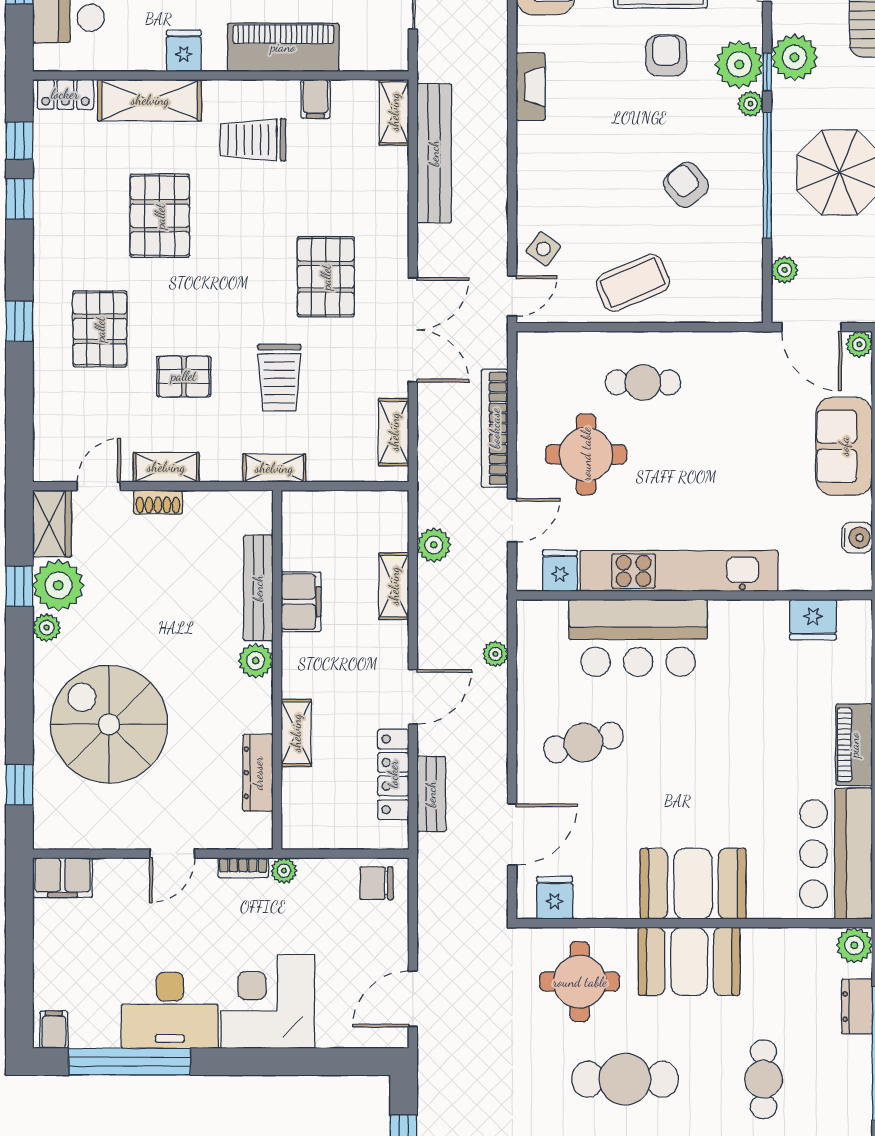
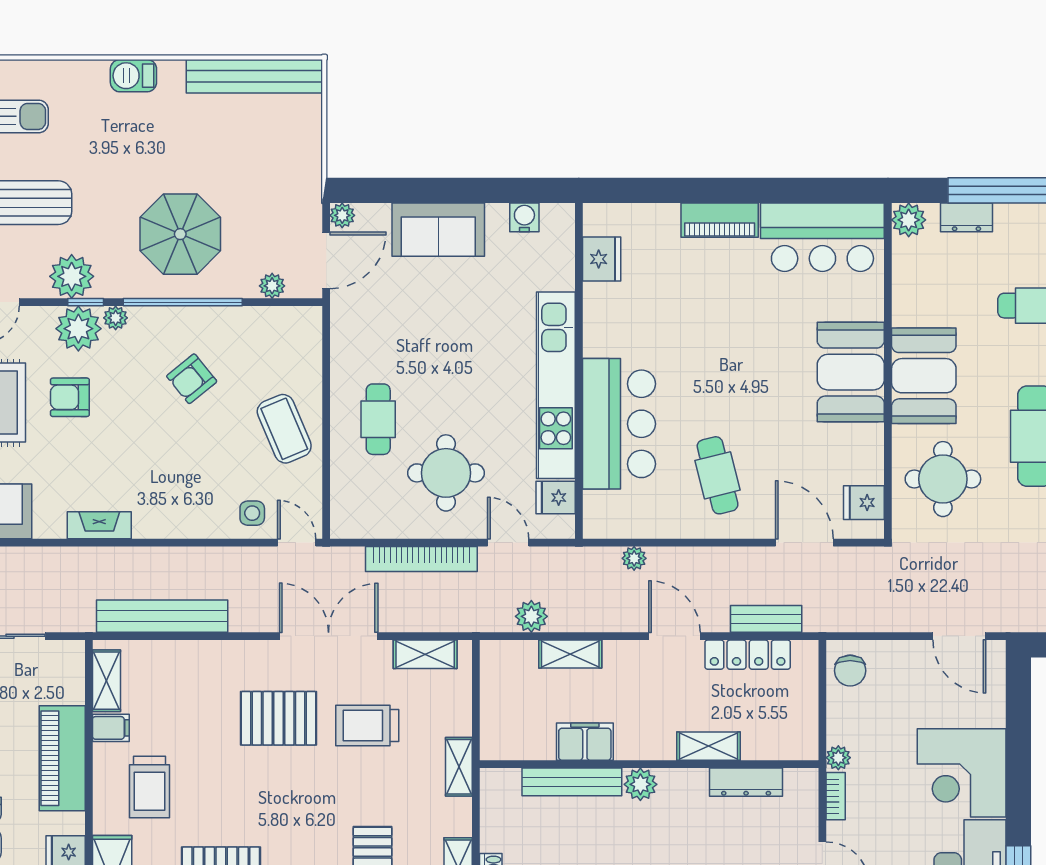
shelving: (394, 112) -> (106, 681), moved, turned 90
side table: (543, 249) -> (252, 513), turned -36
trolley: (279, 378) -> (367, 725), moved, turned 180

